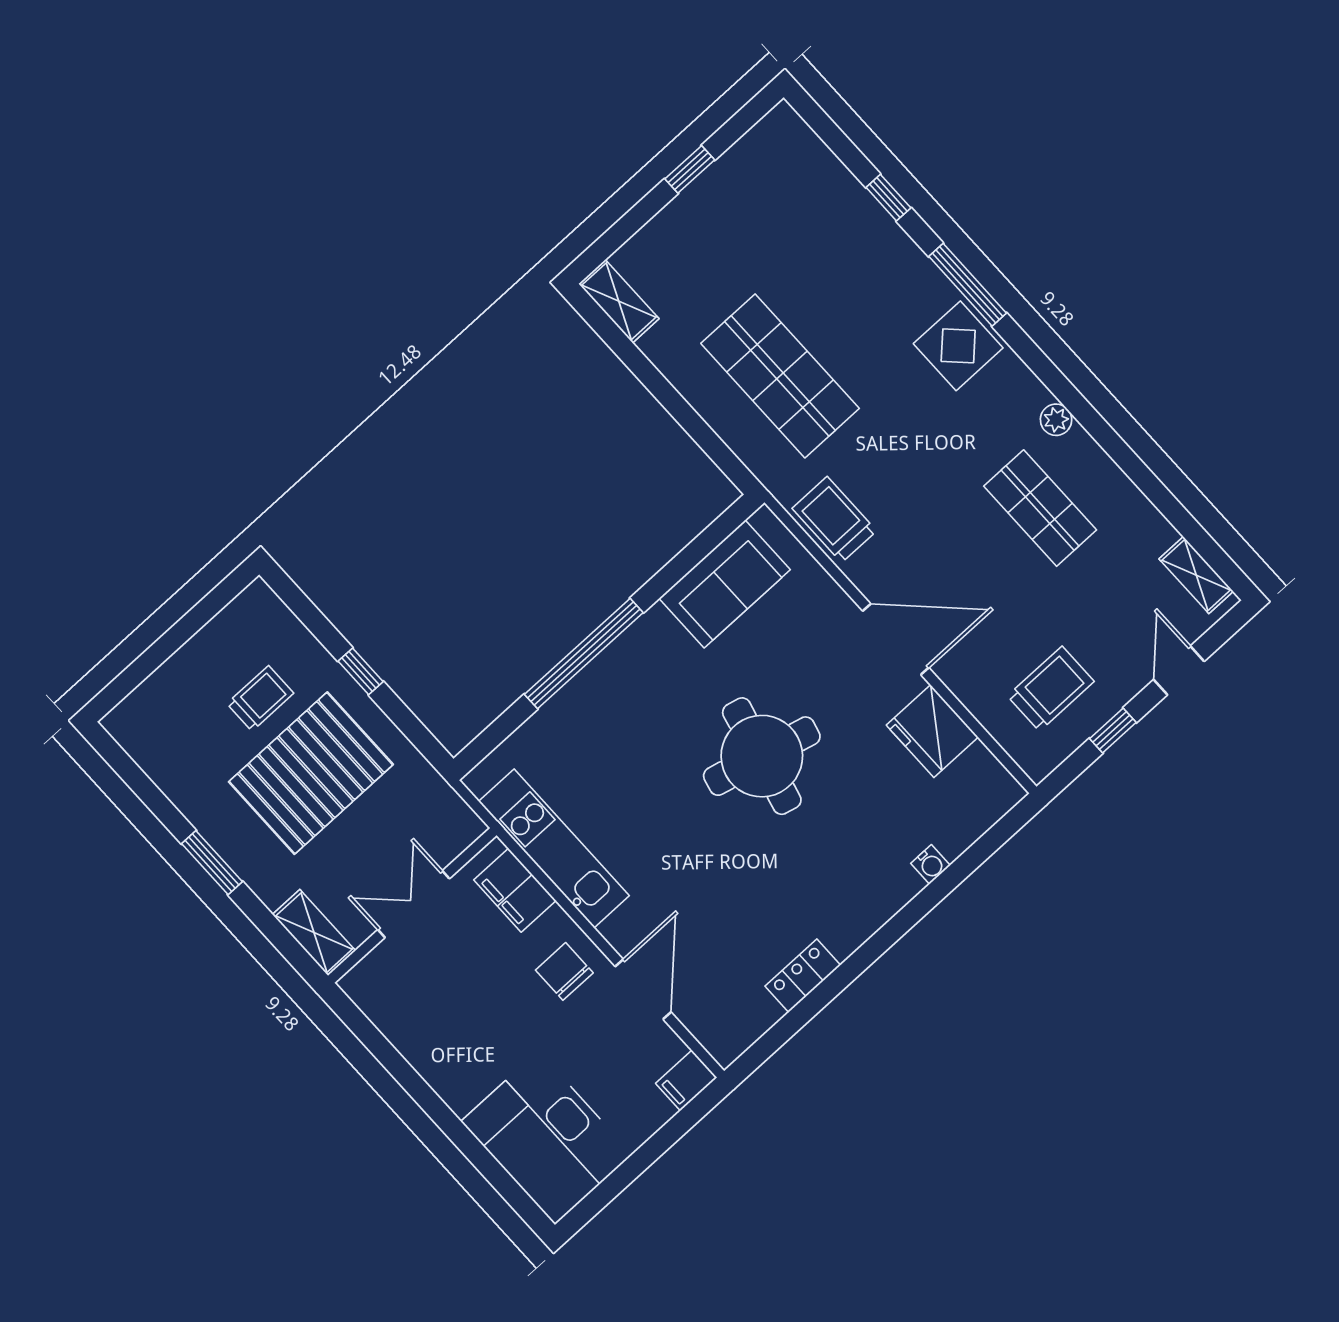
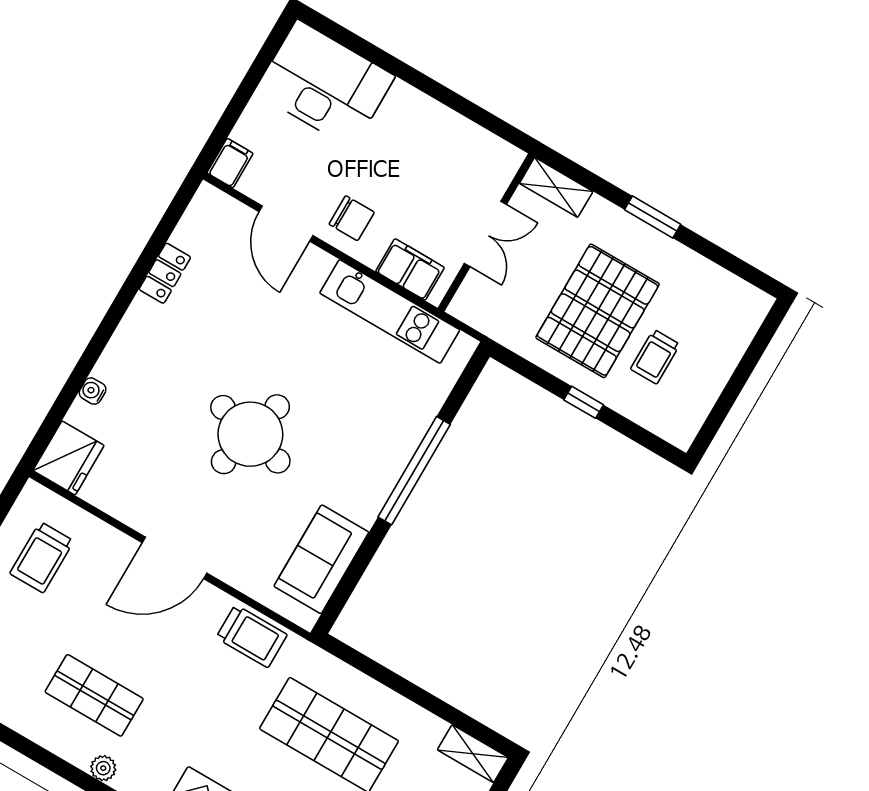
fridge: (932, 731) -> (69, 458), moved, turned 90

